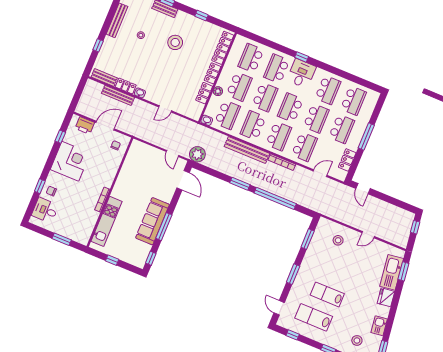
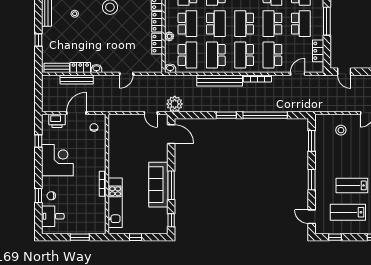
school desk: (316, 118) -> (272, 24), turned 180
school desk: (279, 136) -> (244, 55), turned 180
school desk: (304, 147) -> (272, 55), turned 180

